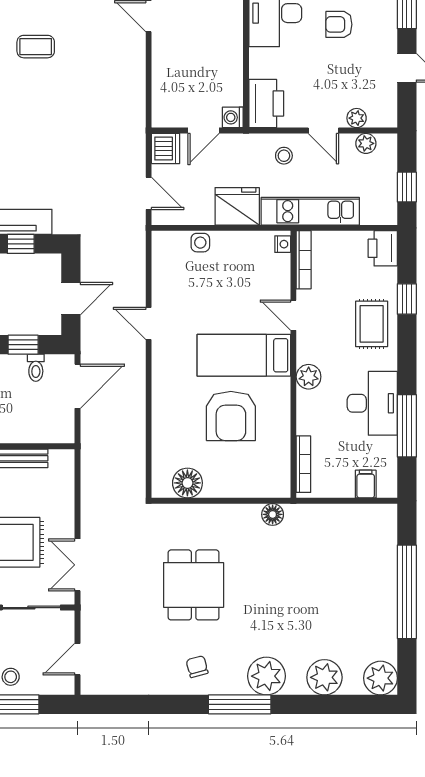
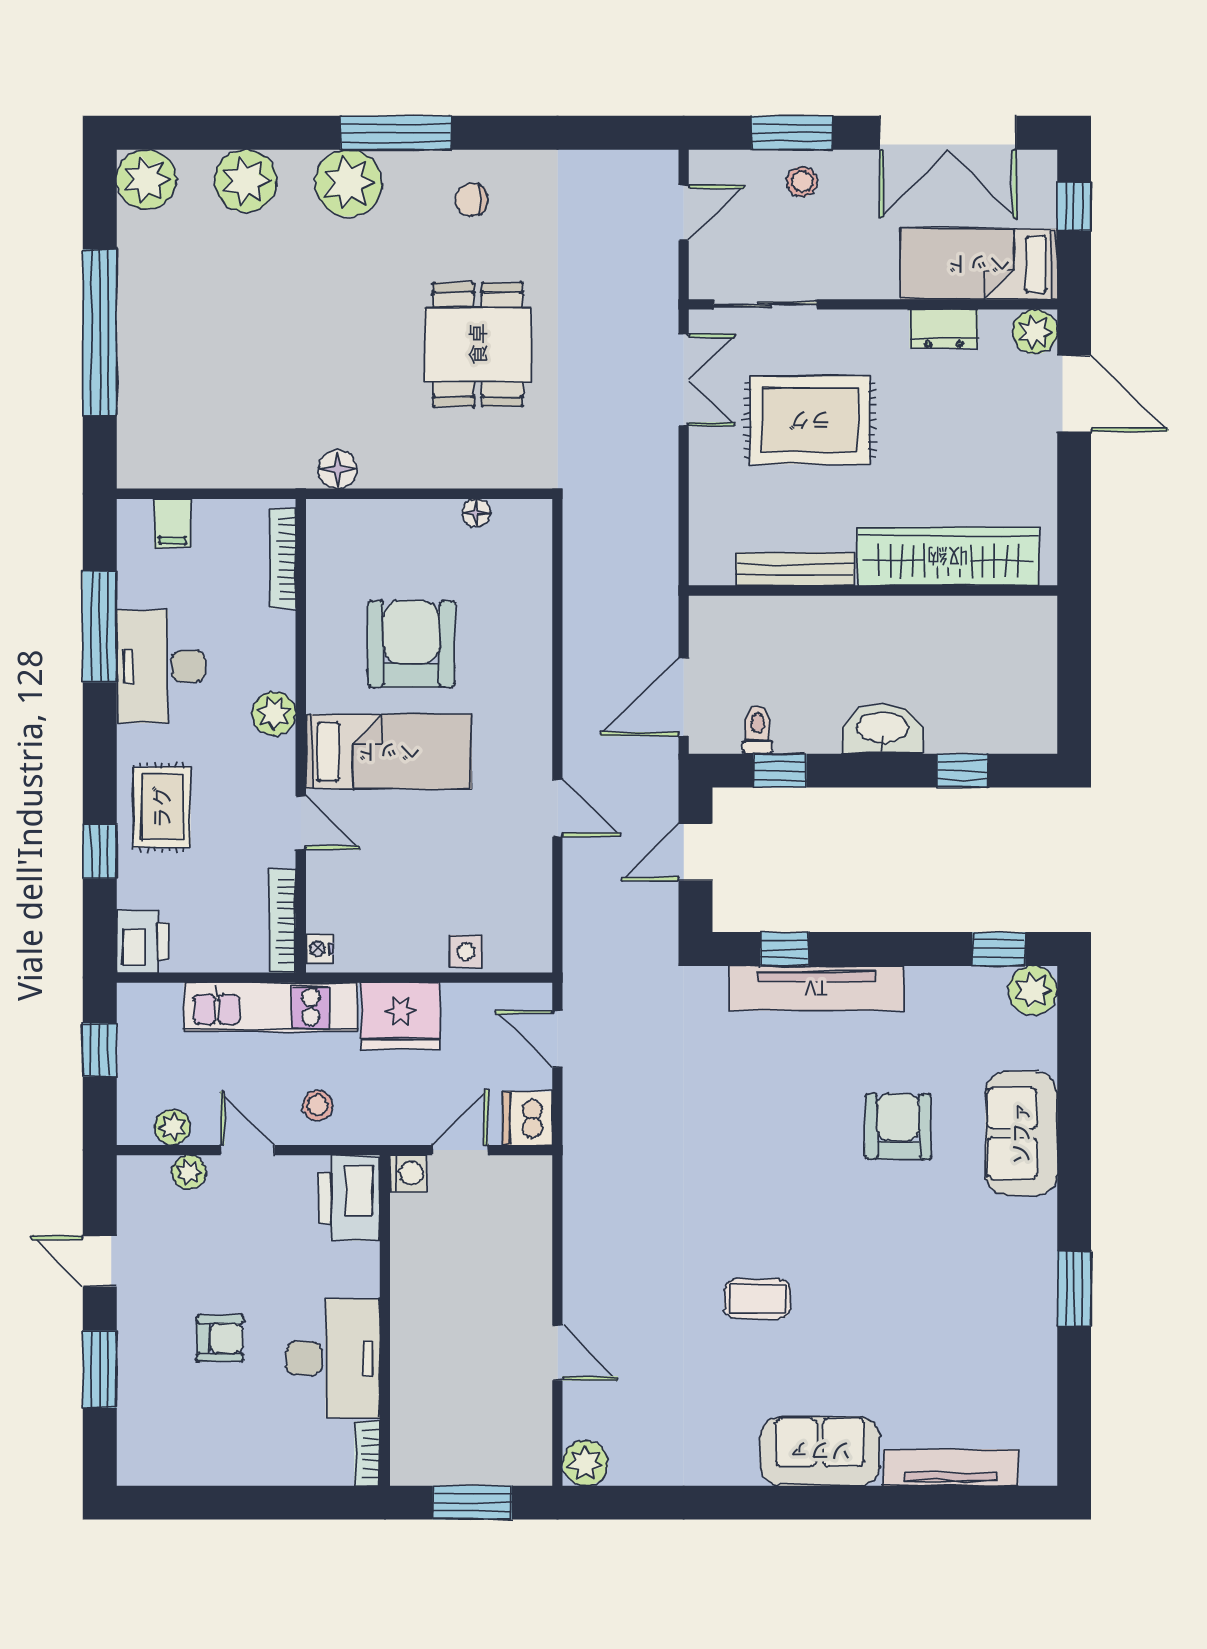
floor lamp: (187, 483) -> (476, 513), width x0.53, depth x0.53
chair: (197, 667) -> (472, 200), turned 105

